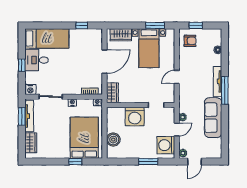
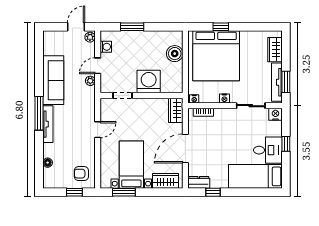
dresser: (93, 34) -> (199, 182), added
bed: (84, 138) -> (216, 56), width x1.36
washing machine: (166, 145) -> (106, 47), width x0.53, depth x0.53

